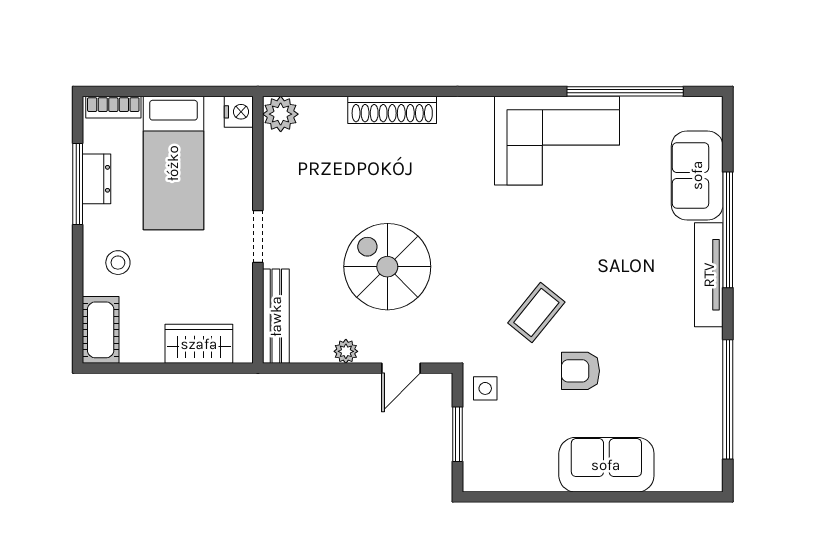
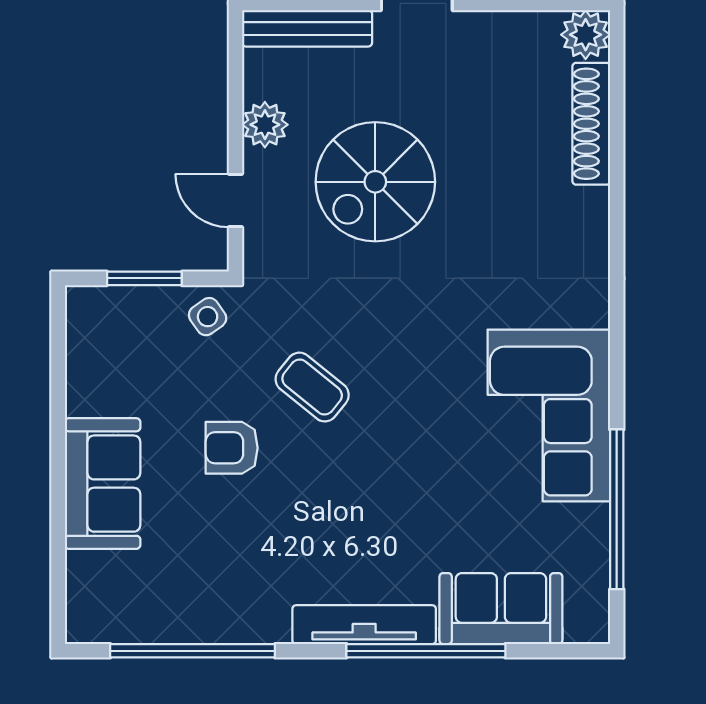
shoe rack: (392, 110) -> (591, 124), moved
spiral stairs: (387, 267) -> (375, 182), turned 180
plant: (346, 351) -> (265, 125), width x1.38, depth x1.38
armchair: (580, 371) -> (232, 448), turned -90
side table: (485, 388) -> (208, 317), turned -35

